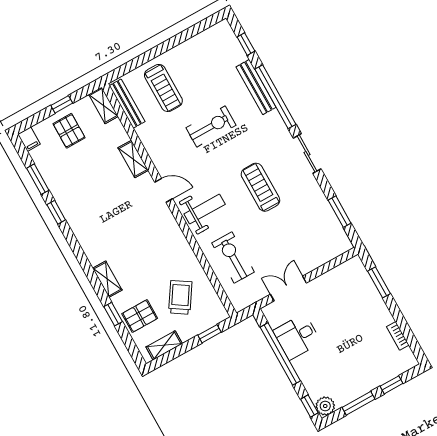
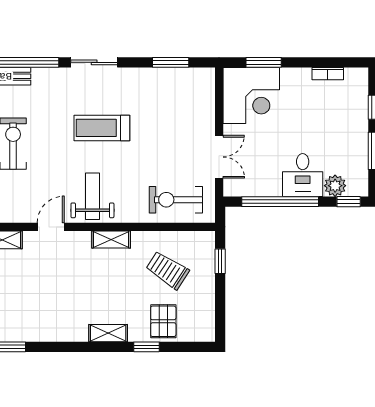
exercise bike: (233, 258) -> (176, 200), moved
corner desk: (349, 287) -> (251, 95), added
double door: (288, 289) -> (219, 157), swing flipped
desk: (297, 337) -> (303, 175), moved
shelving: (164, 345) -> (111, 239), moved, turned 90
plant: (325, 406) -> (335, 186), moved

